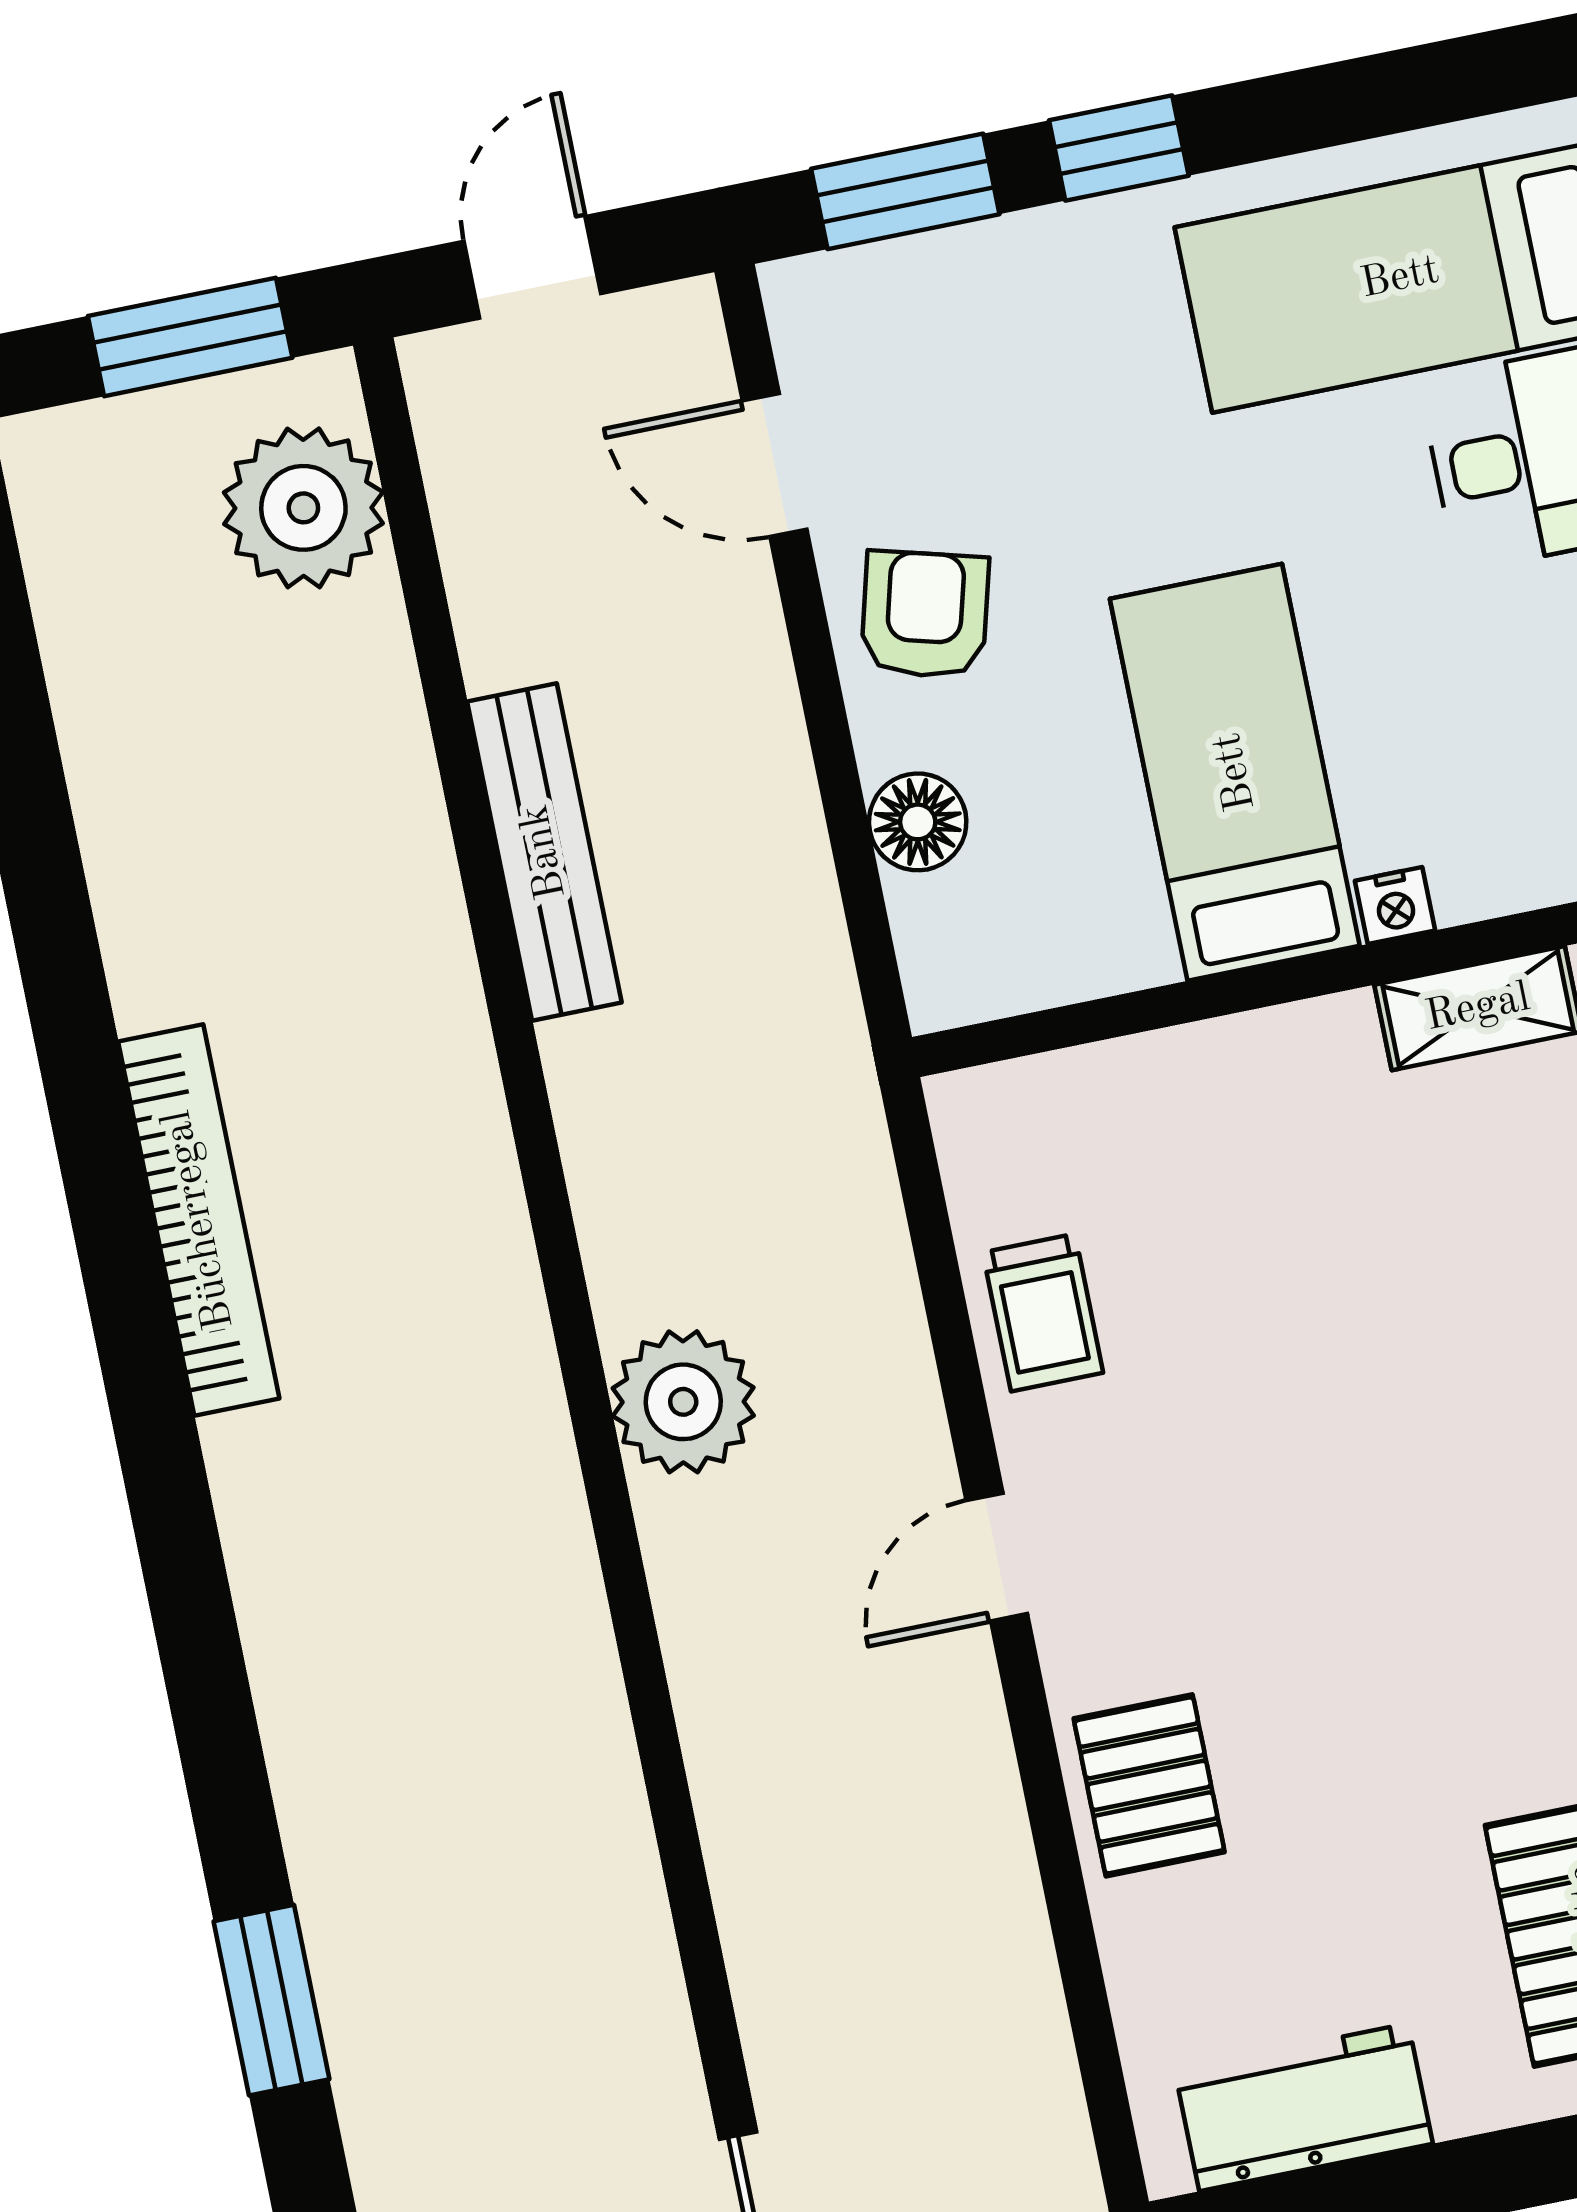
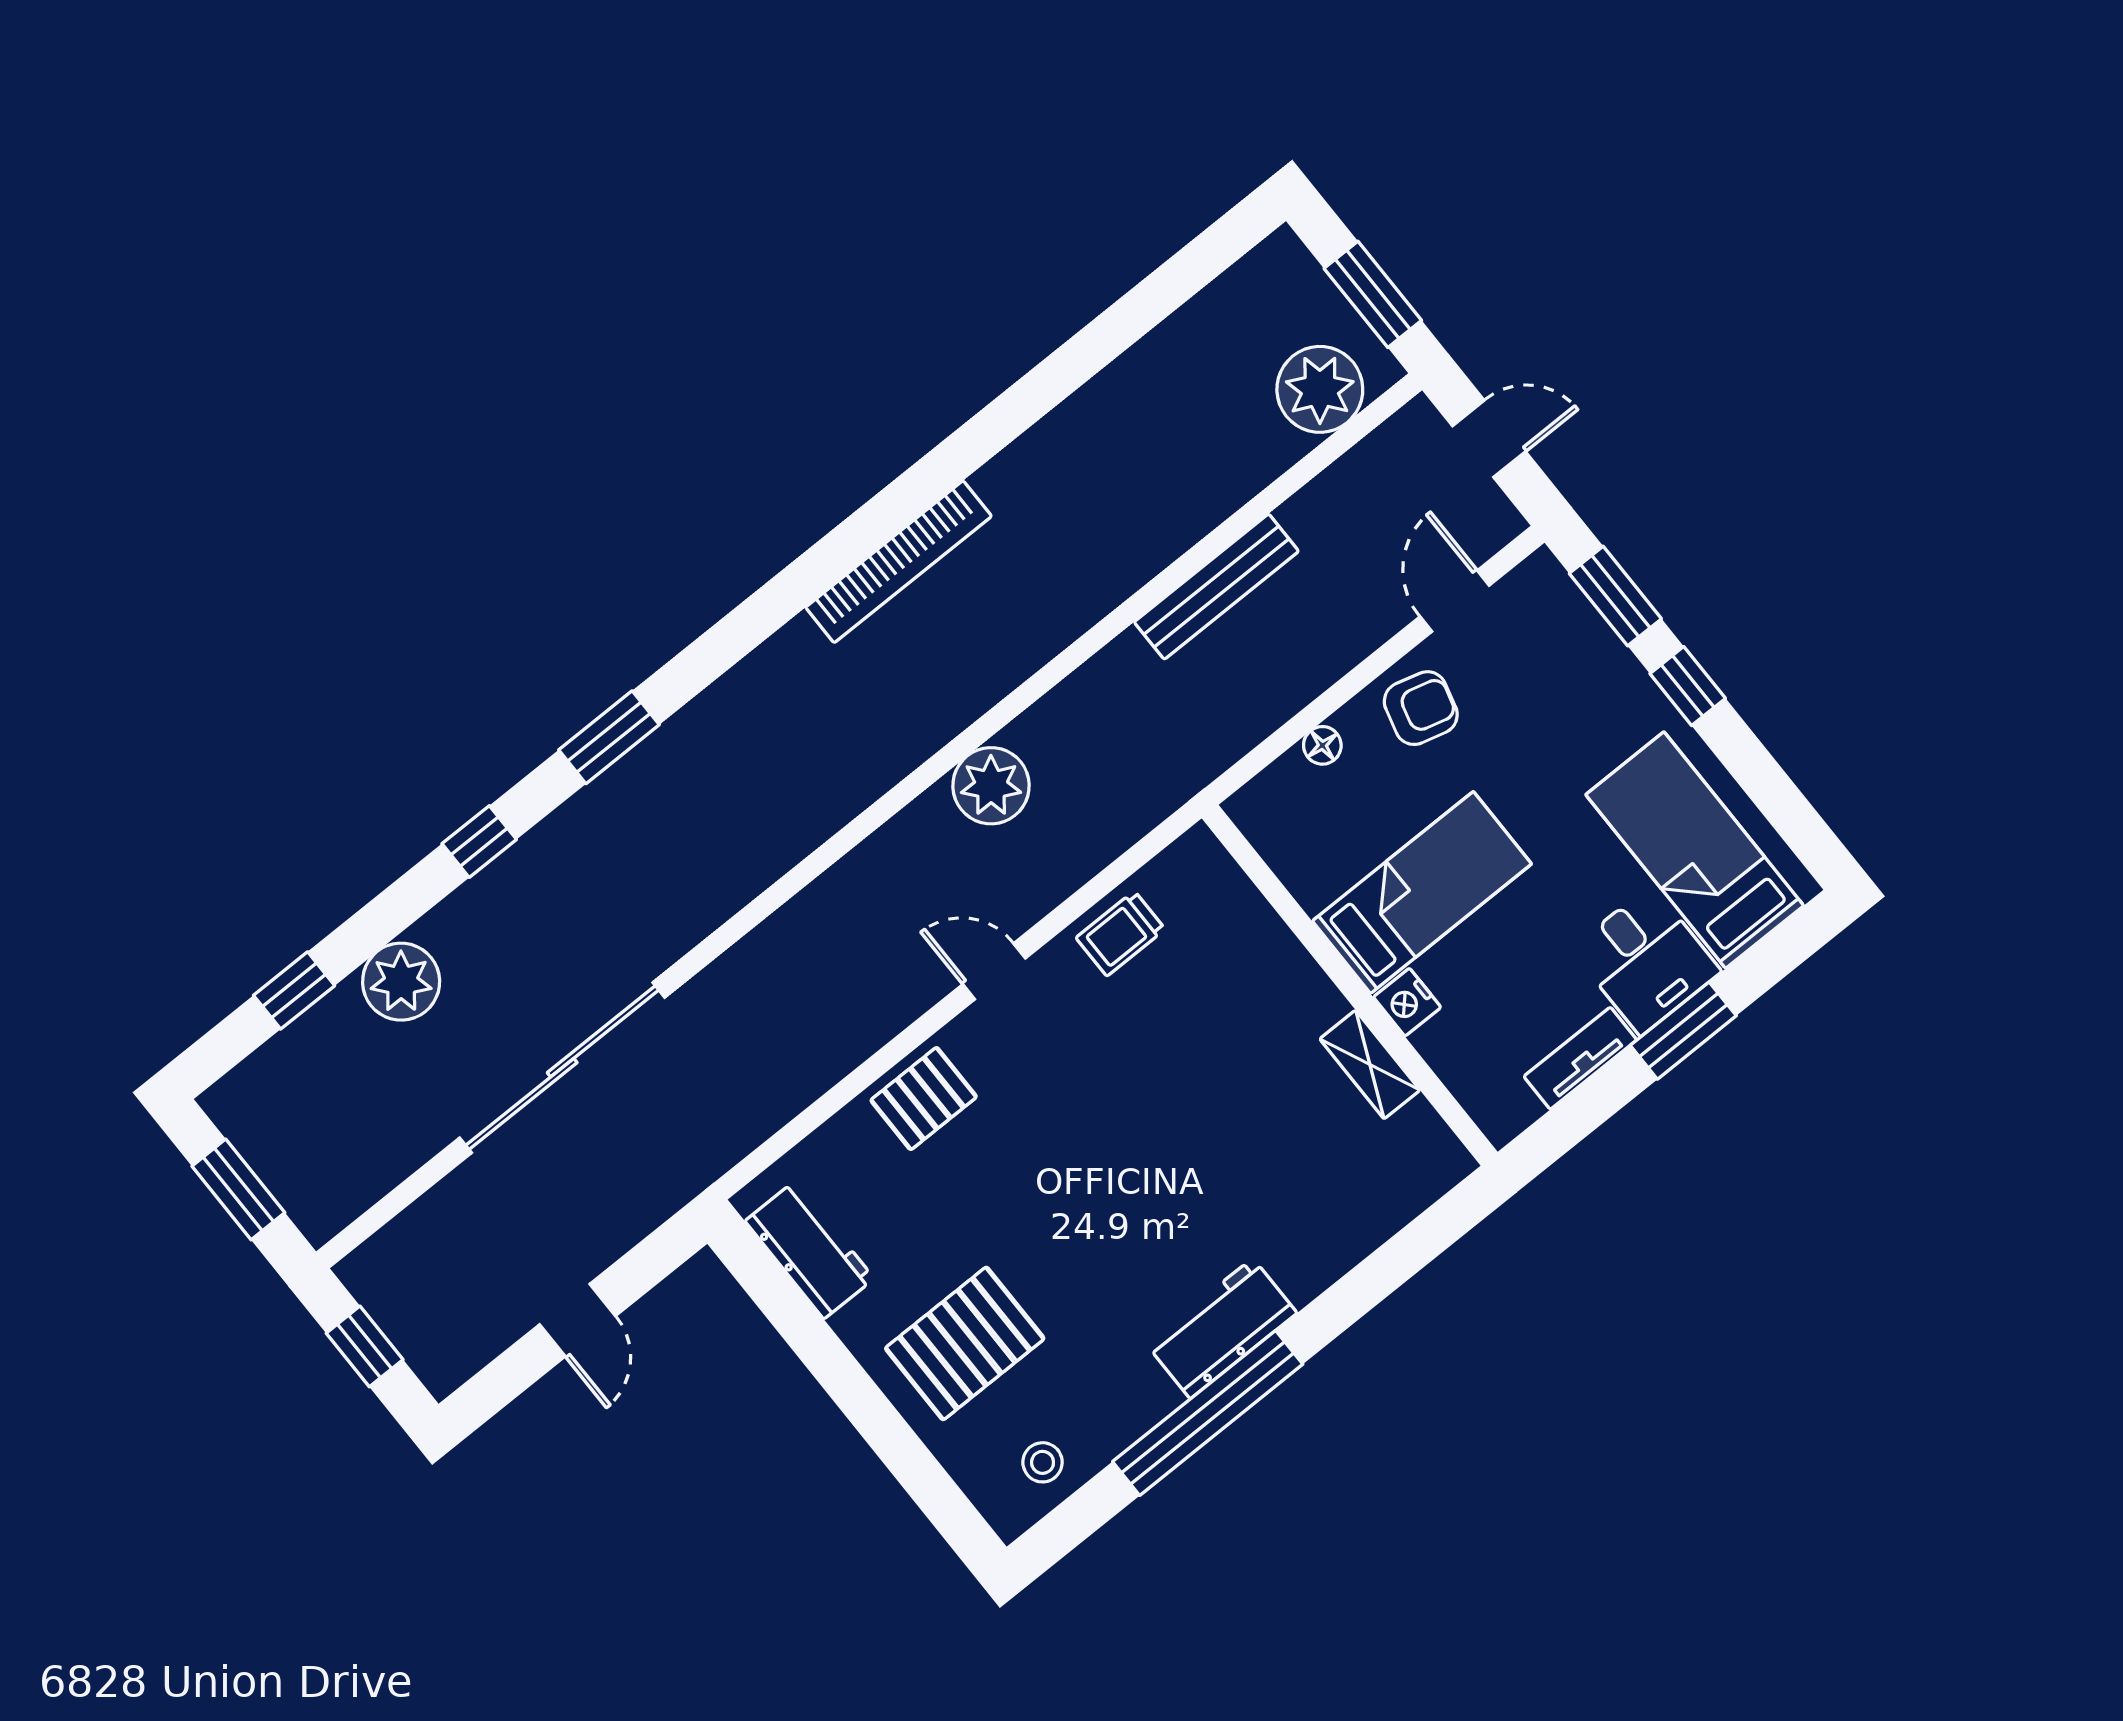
floor lamp: (918, 822) -> (1322, 745), width x0.73, depth x0.73
nightstand: (1395, 906) -> (1407, 1002), width x1.39, depth x1.35
bookcase: (199, 1220) -> (899, 562), moved

